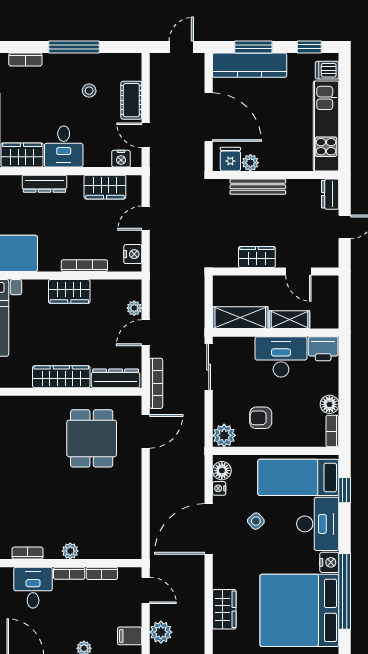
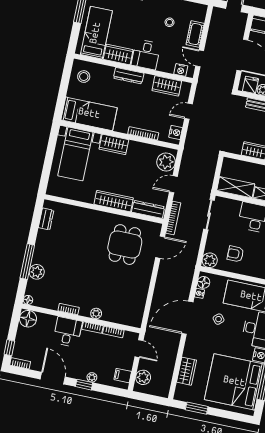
wardrobe: (69, 291) -> (114, 144), moved
plant: (134, 308) -> (166, 162), width x1.88, depth x1.88

